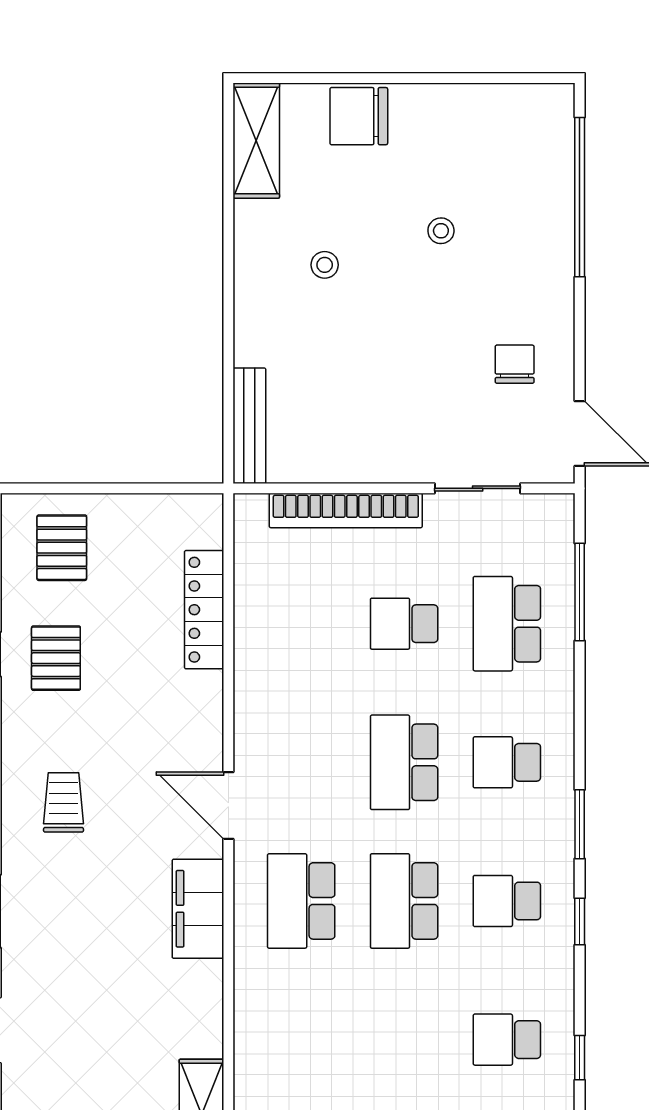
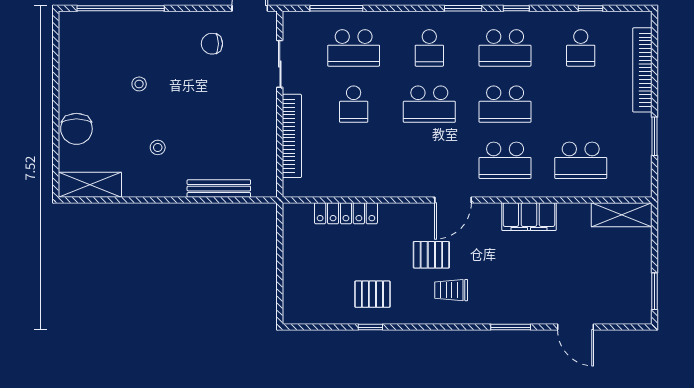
bench: (249, 426) -> (219, 189), moved
pallet: (62, 548) -> (431, 255), moved
school desk: (507, 901) -> (505, 48), width x1.85
filing cabinet: (198, 909) -> (529, 217), moved
school desk: (301, 1040) -> (581, 160), added

